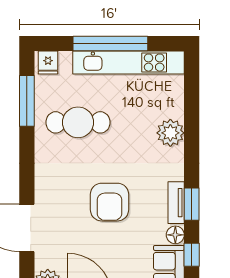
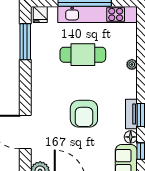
cafe table: (78, 122) -> (83, 55), moved
plant: (170, 133) -> (132, 64), width x0.53, depth x0.53

